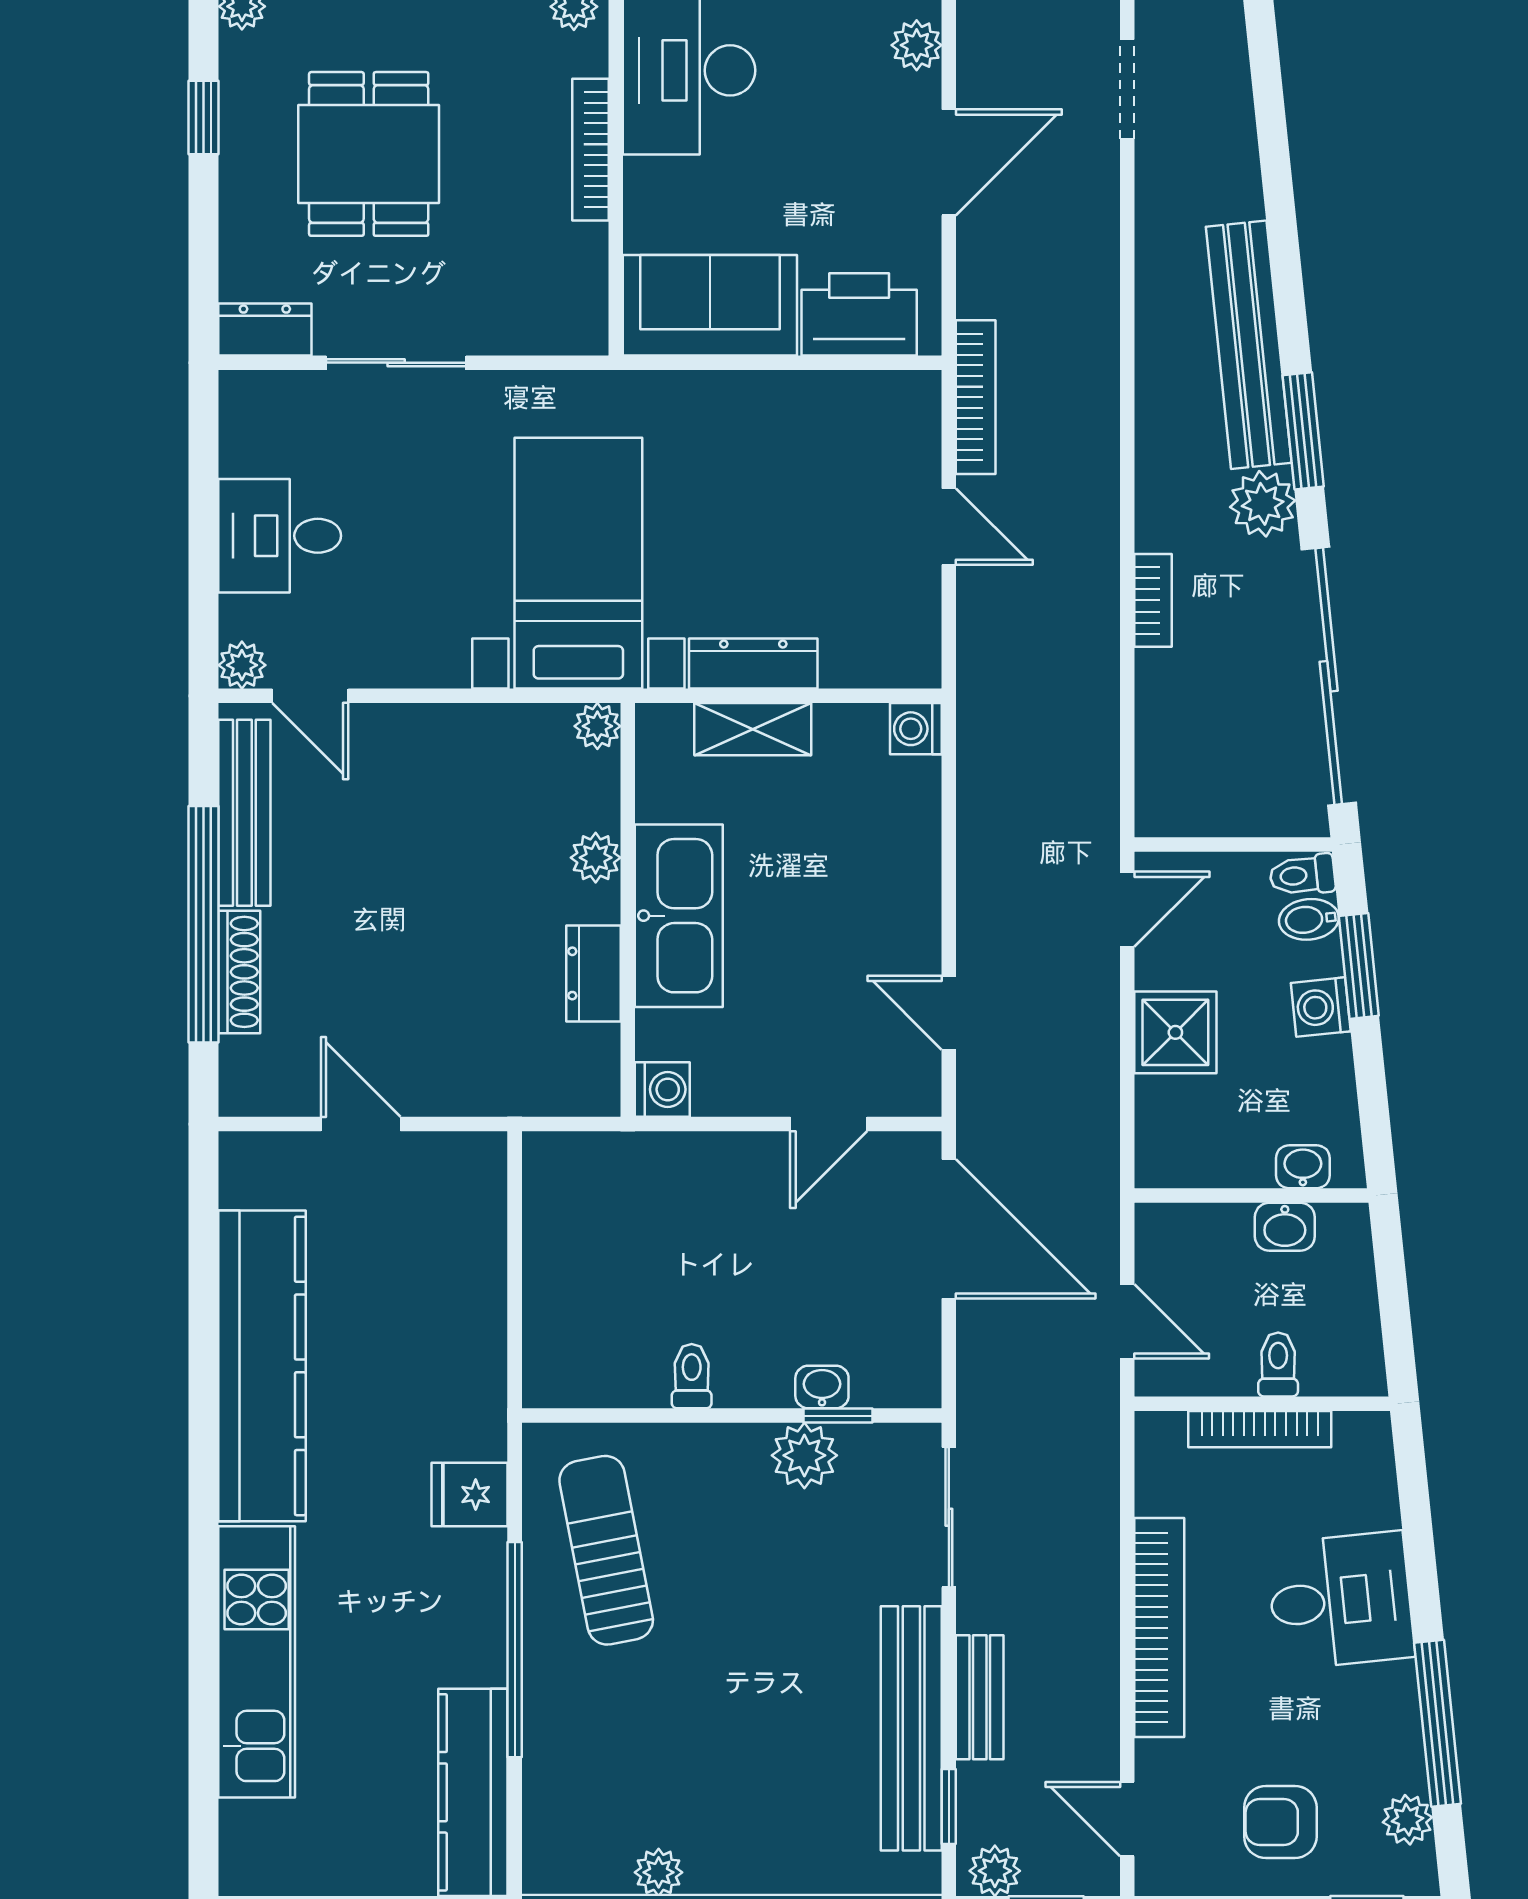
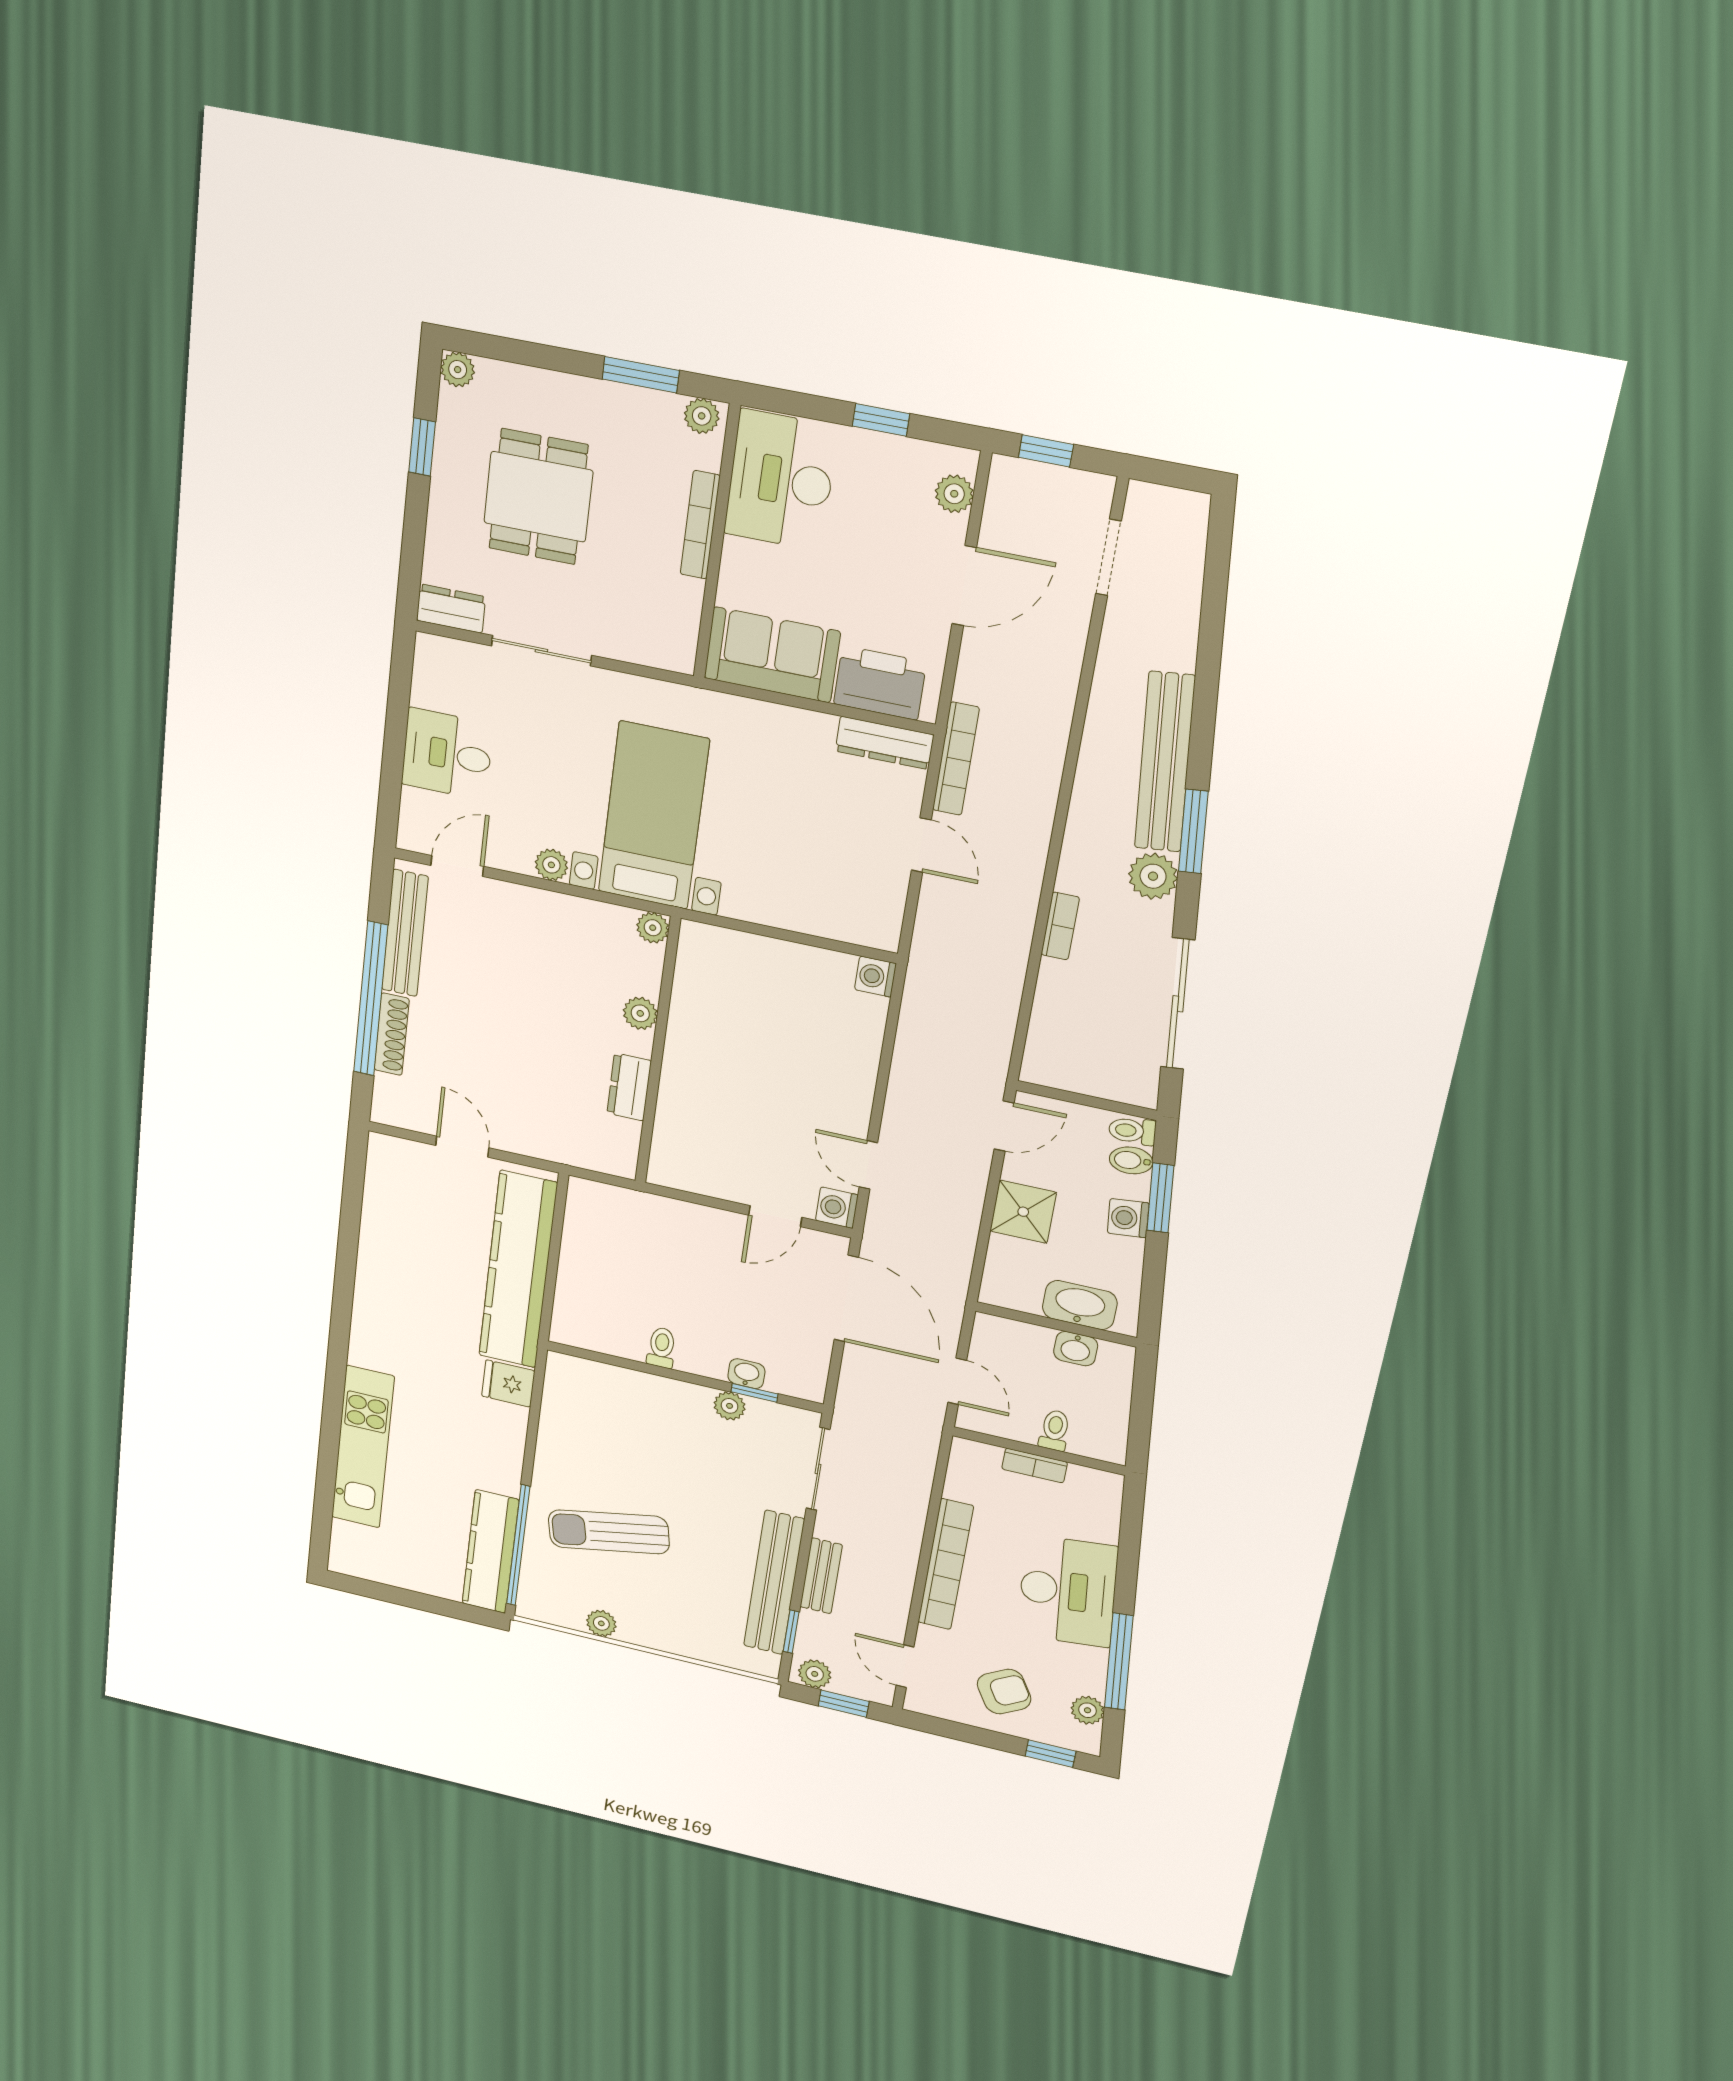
dresser: (753, 664) -> (884, 743), moved, turned 180
plant: (242, 665) -> (551, 865), moved
sliding door: (1329, 676) -> (1178, 1004), width x0.73
door: (310, 696) -> (457, 866), swing flipped
shelving: (753, 729) -> (761, 953), removed
kitchen sink: (679, 916) -> (692, 1063), removed
washing machine: (662, 1089) -> (837, 1208), moved, turned 180
washbasin: (1303, 1167) -> (1080, 1305), width x1.91, depth x1.45
kitchen counter: (262, 1366) -> (518, 1270), moved, turned 180
bookcase: (1260, 1429) -> (1035, 1465), width x0.64
plant: (804, 1455) -> (730, 1406), width x0.73, depth x0.73
sun lounger: (606, 1550) -> (609, 1532), moved, turned -90
desk: (1341, 1601) -> (1068, 1591), width x1.37
window: (515, 1650) -> (518, 1545), moved
armchair: (1280, 1822) -> (1004, 1692), turned 150

